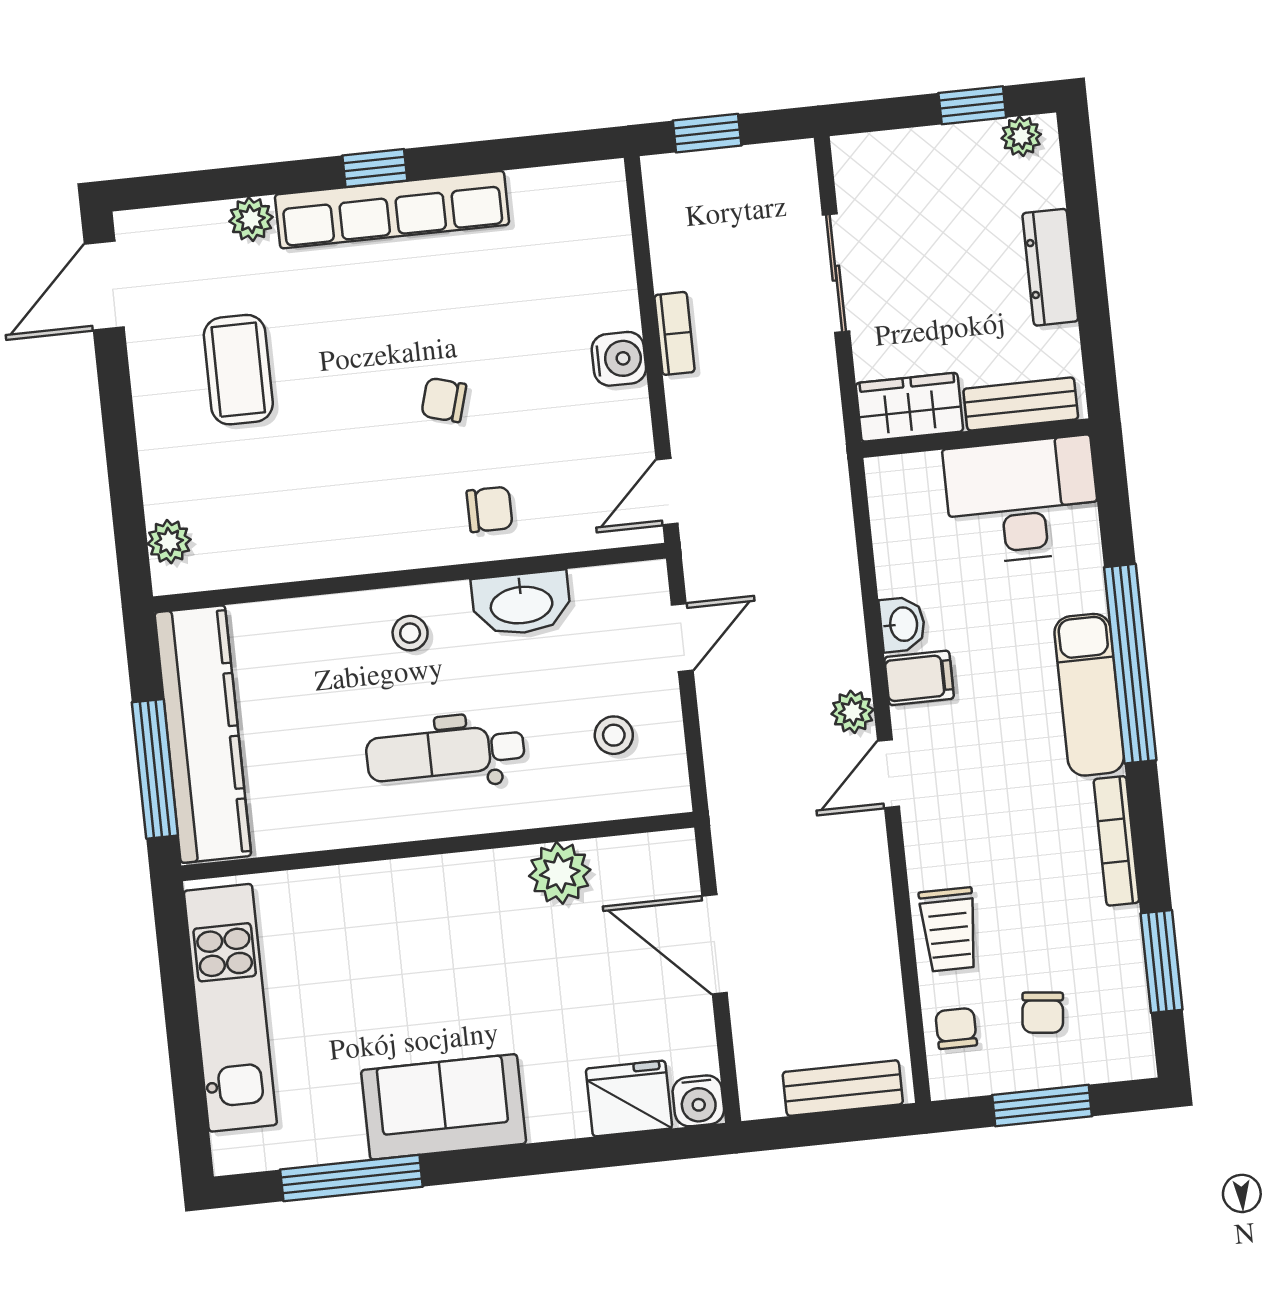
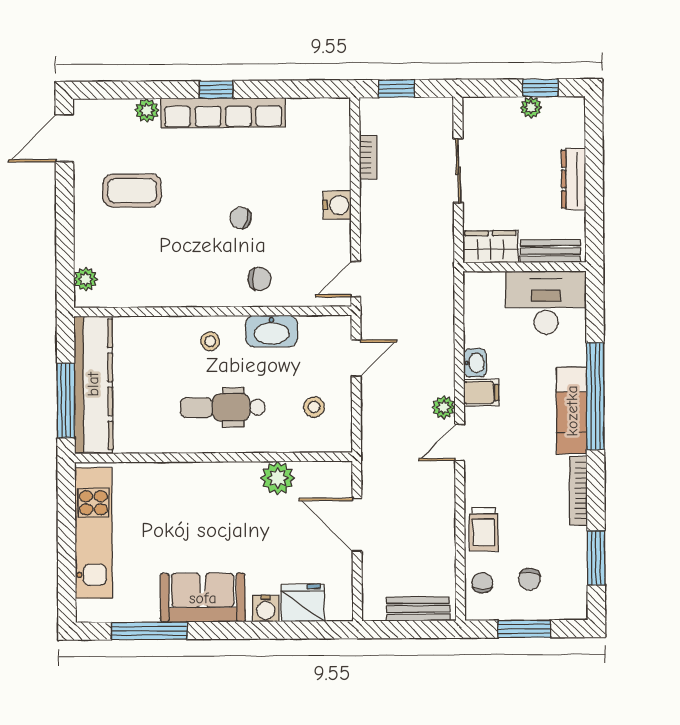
plant: (1021, 136) -> (531, 107), moved
bookcase: (675, 333) -> (368, 157), moved
coffee table: (238, 370) -> (132, 191), turned 90
water cooler: (698, 1101) -> (266, 608), moved

